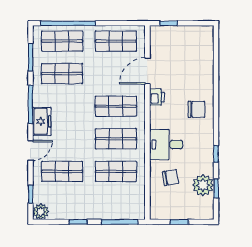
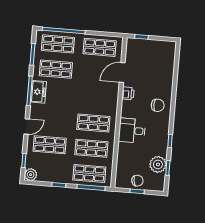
shop shelf: (116, 106) -> (89, 173), moved
freezer: (42, 121) -> (38, 92), moved
chair: (171, 177) -> (137, 181), moved

